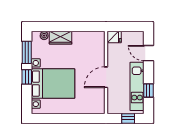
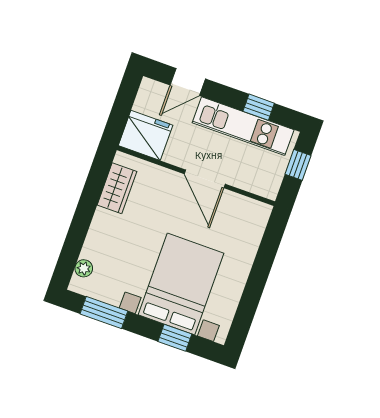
fridge: (114, 37) -> (146, 135), width x1.88, depth x1.34
wardrobe: (61, 38) -> (117, 188), moved
window: (27, 77) -> (175, 338), moved

